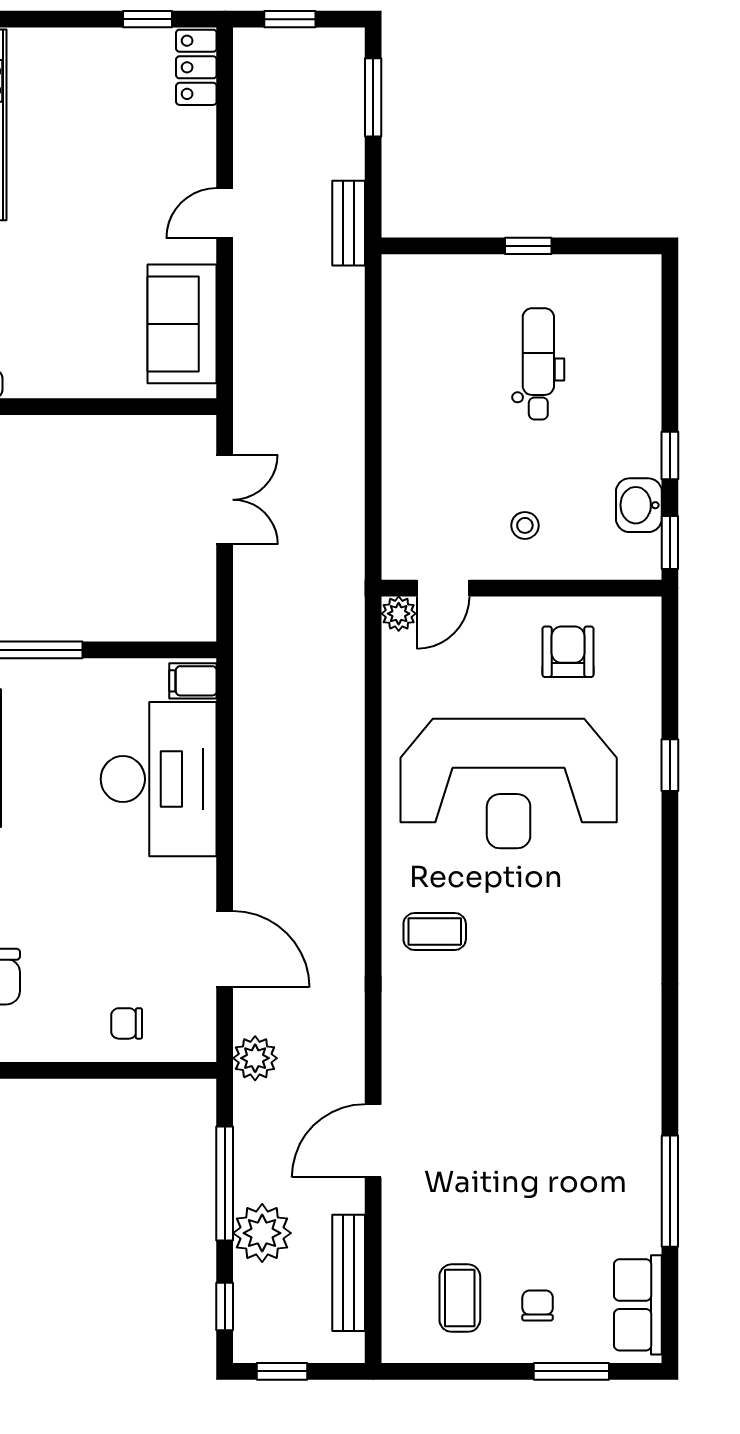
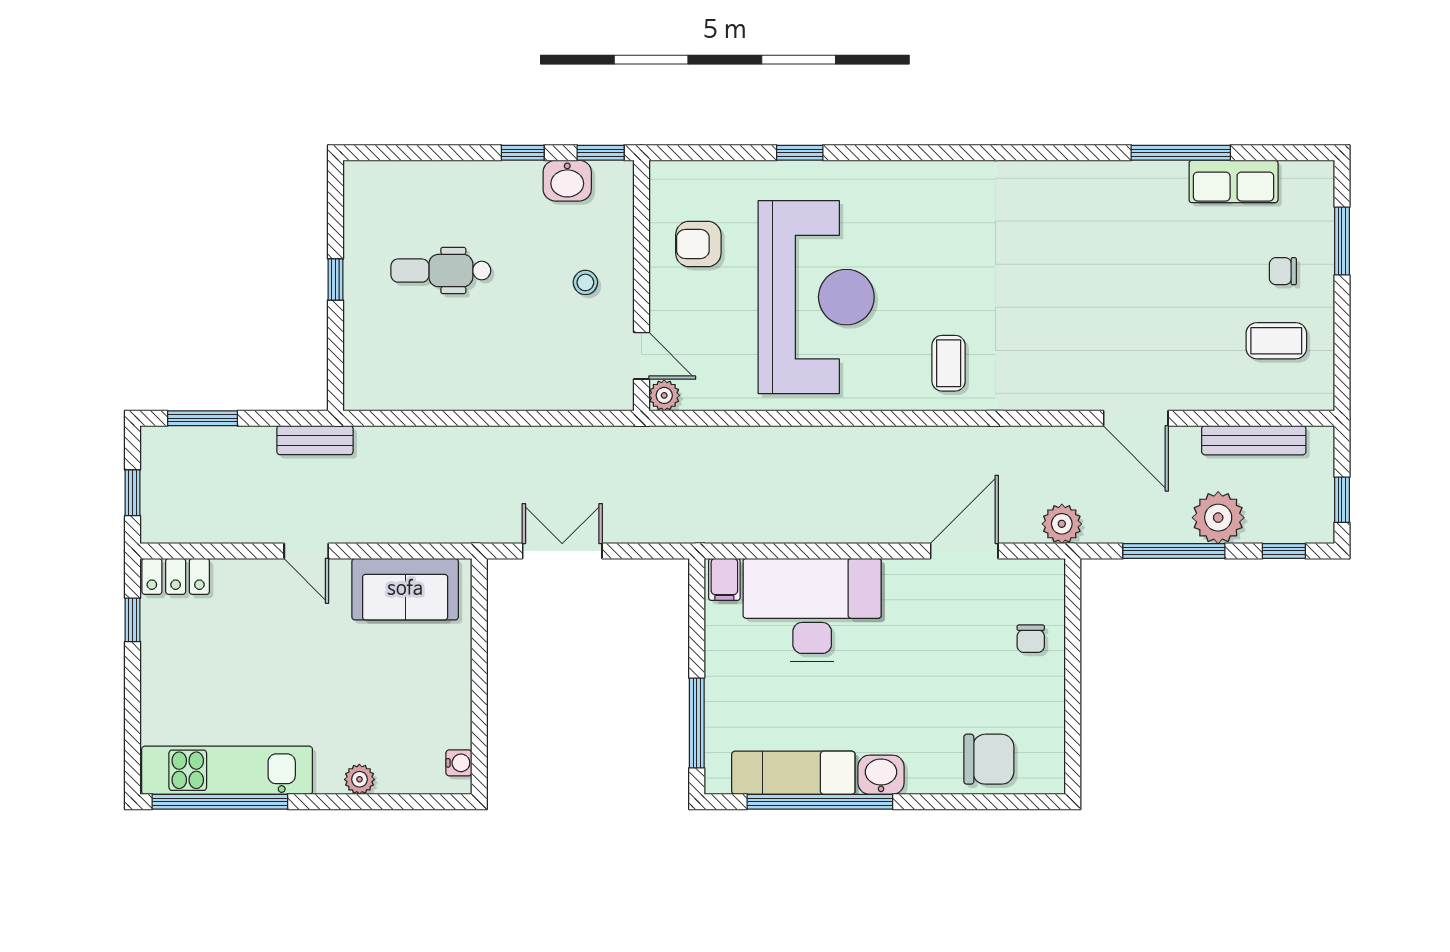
row of seats: (638, 1305) -> (1234, 181), moved

